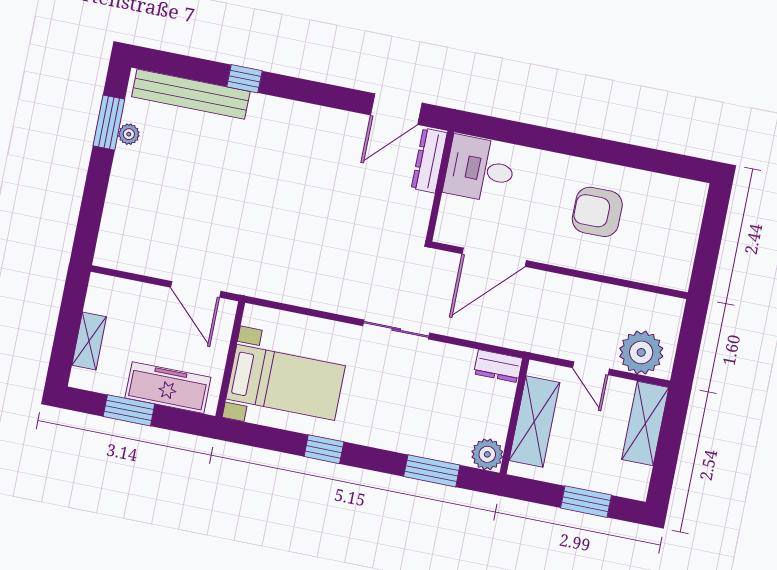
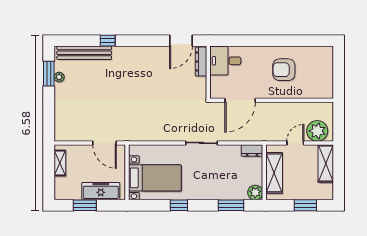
shelving: (89, 341) -> (60, 163), moved
door: (591, 368) -> (295, 143), swing flipped

